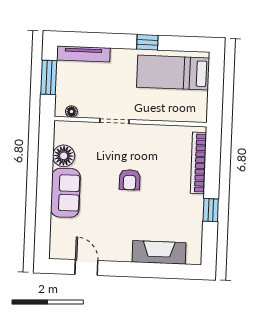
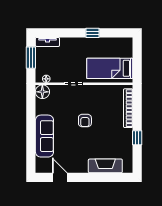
tv unit: (83, 54) -> (47, 42), width x0.71
bed: (173, 73) -> (110, 68), moved
floor lamp: (64, 156) -> (42, 92), moved
sofa: (65, 193) -> (44, 136), width x1.36

